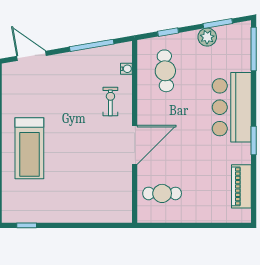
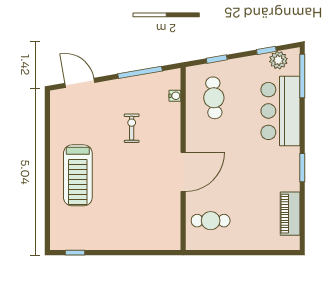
window: (218, 23) -> (266, 50), width x0.67
plant: (207, 37) -> (278, 60), moved
exercise bike: (110, 101) -> (132, 128), moved
bar counter: (232, 107) -> (280, 111), moved

